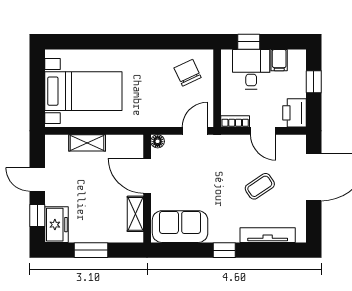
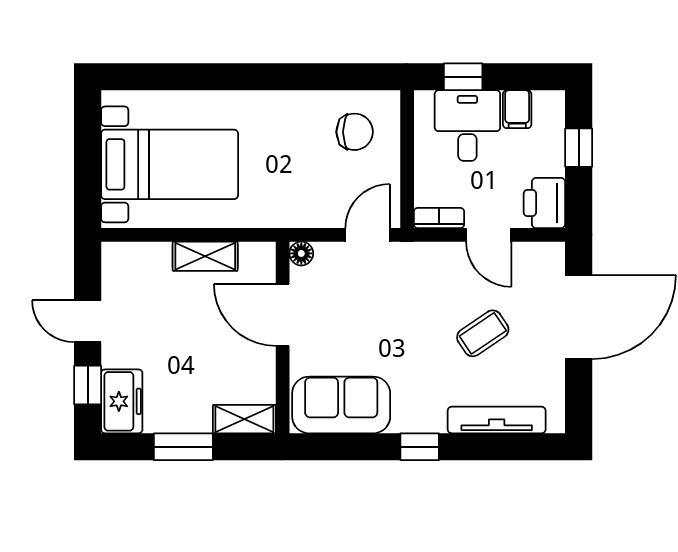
chair: (188, 73) -> (355, 132), turned 115
shelving: (87, 143) -> (205, 256), moved
shelving: (135, 214) -> (244, 419), moved, turned 90

